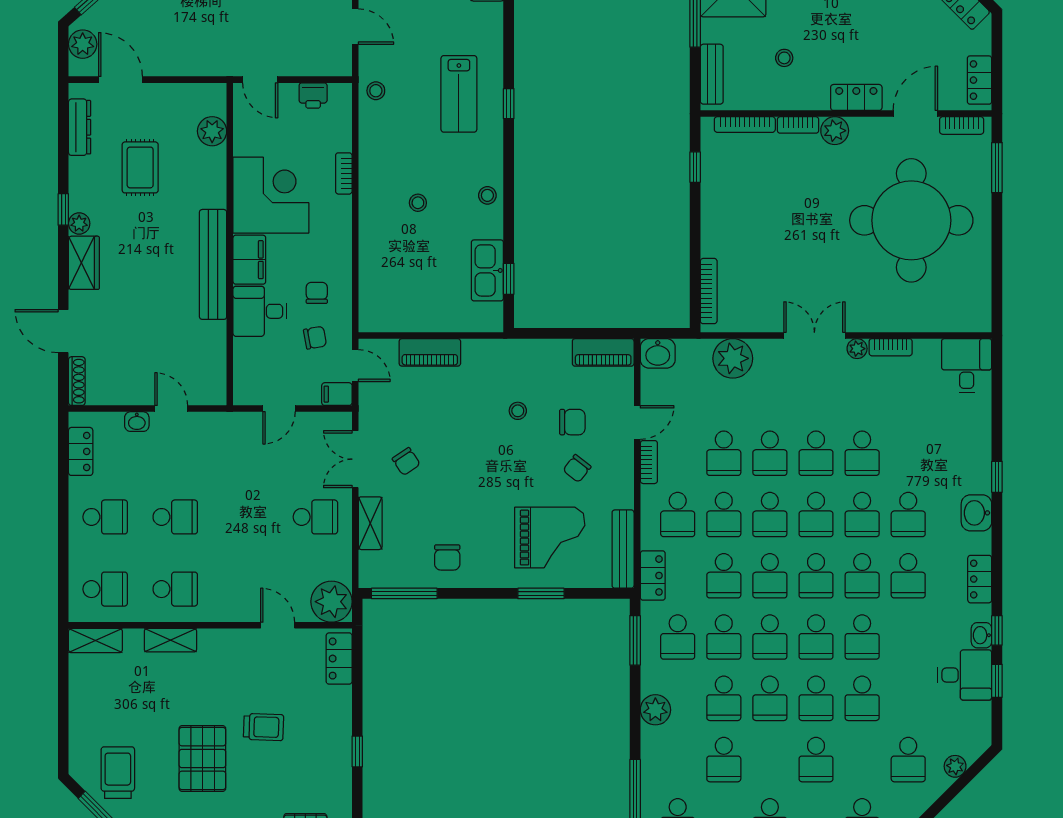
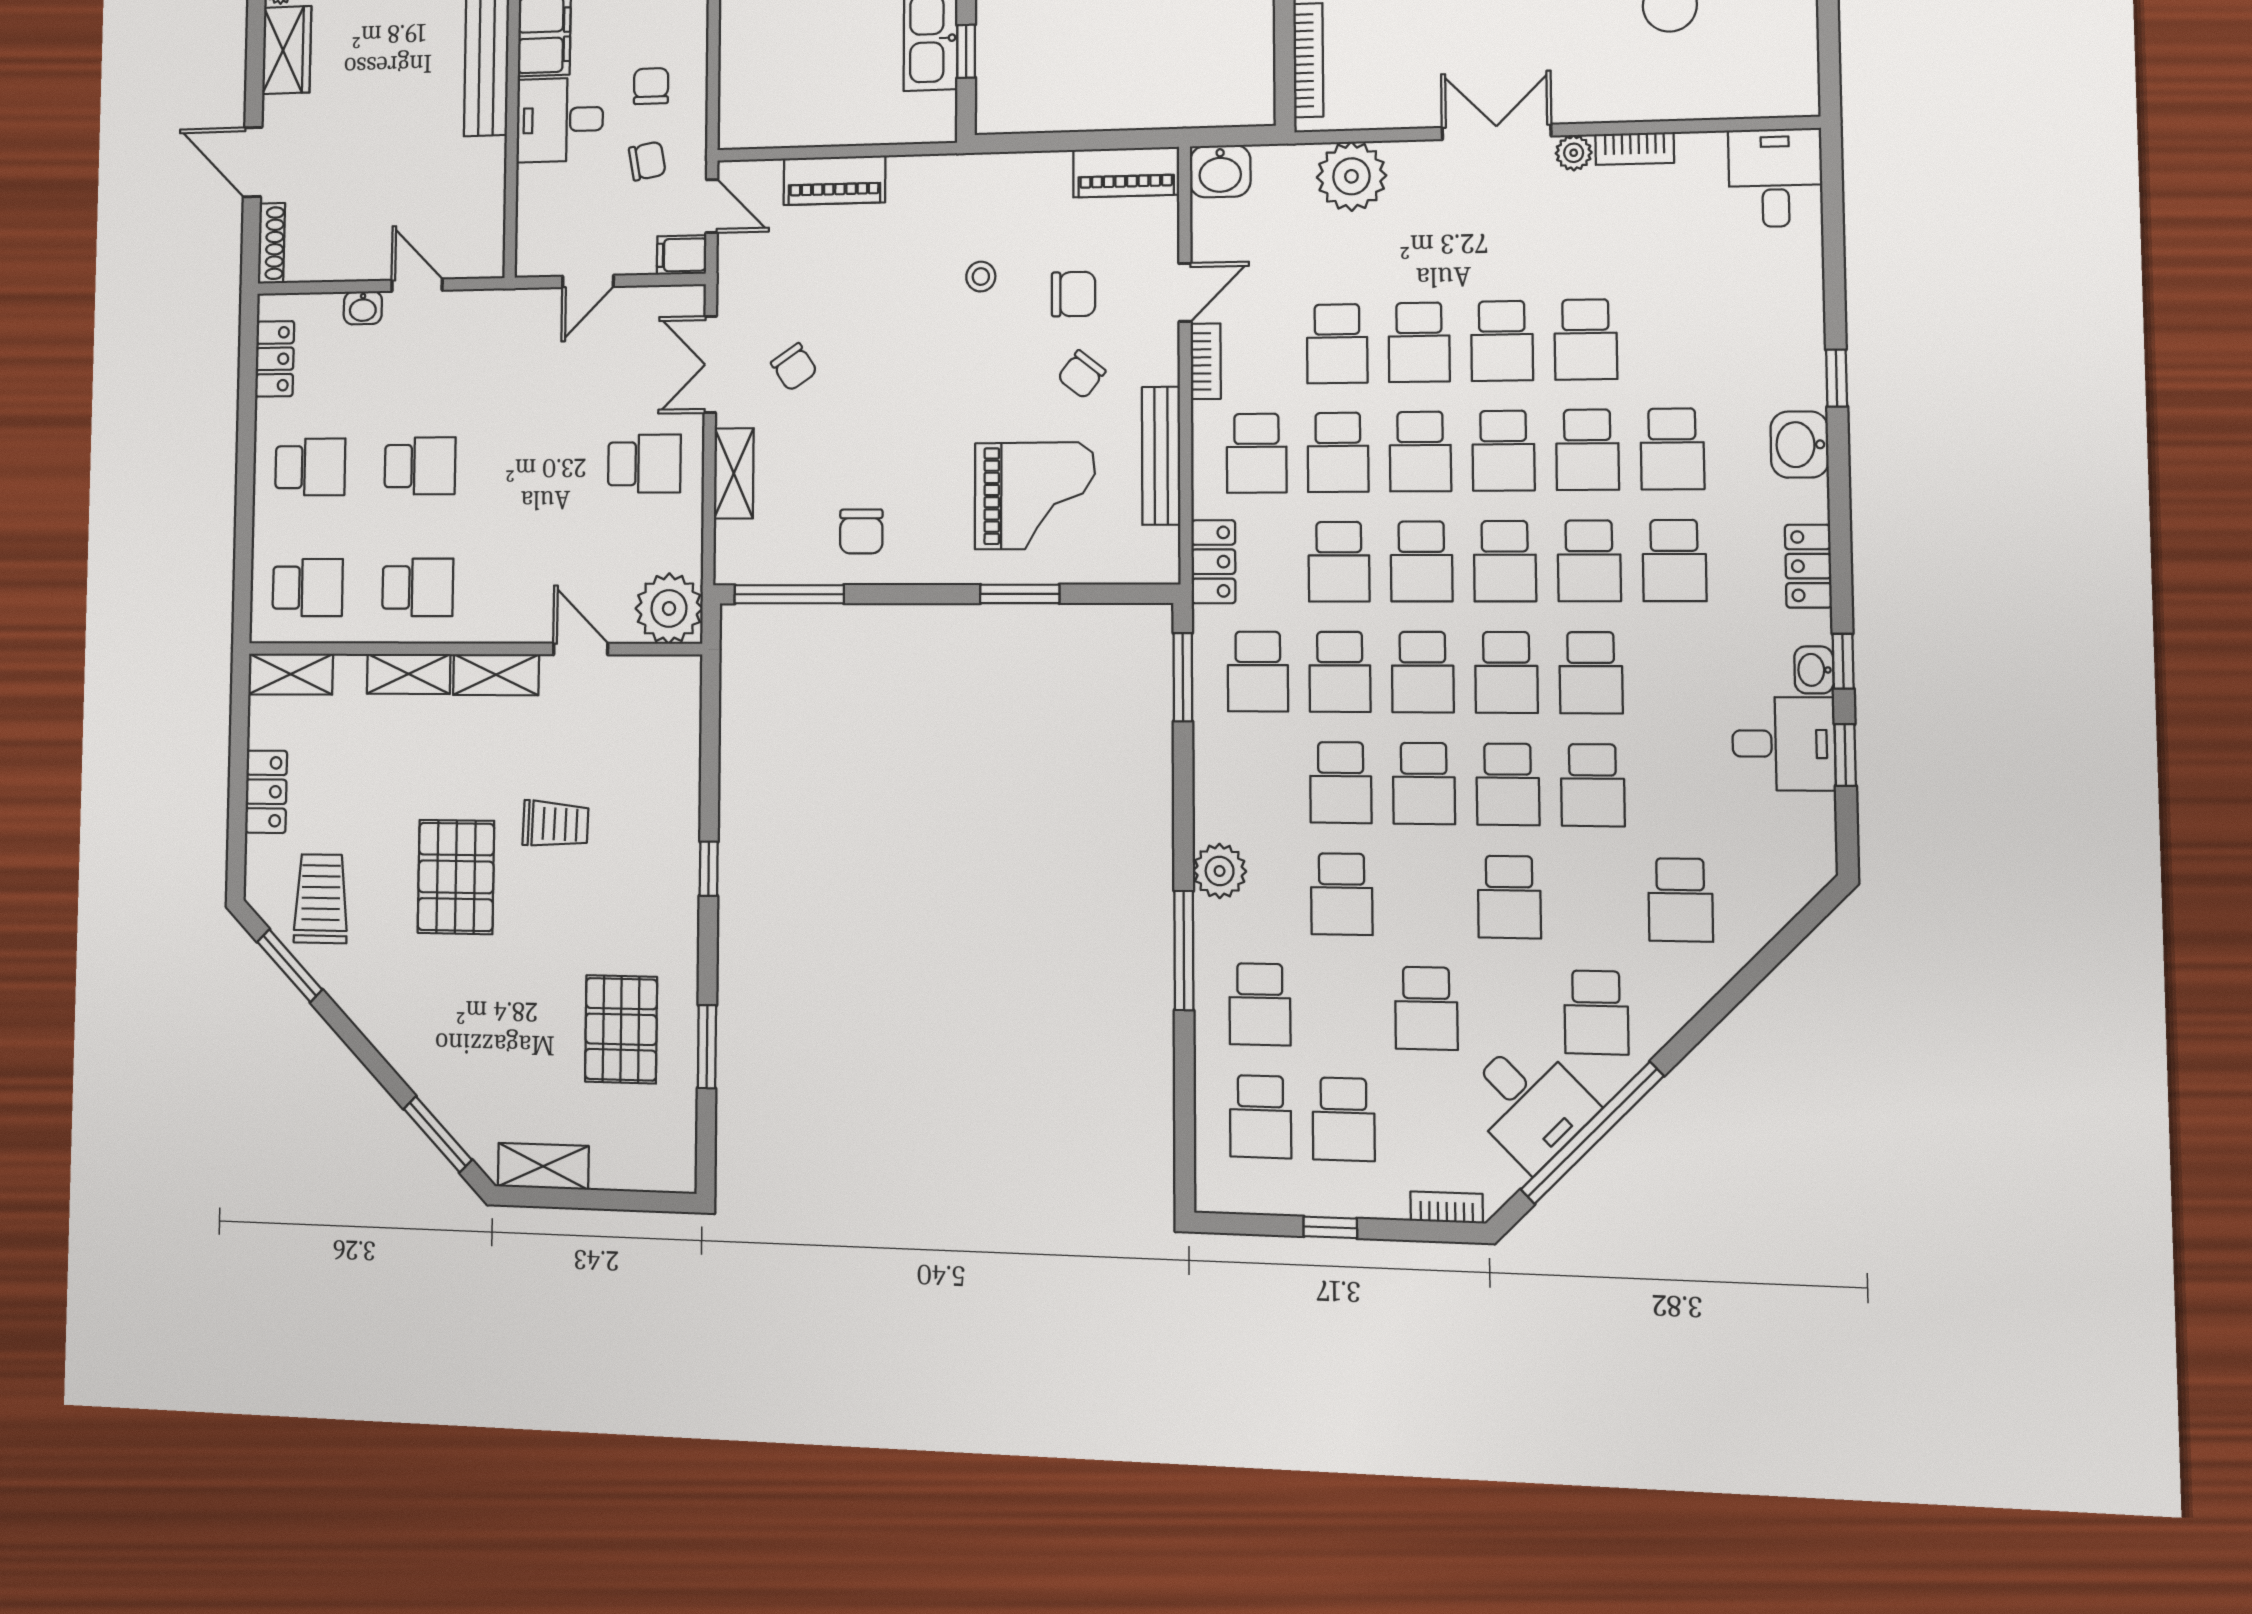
bench: (623, 549) -> (1161, 456), moved
shelving: (225, 640) -> (496, 675), added
locker: (339, 659) -> (266, 792), moved, turned 180
plant: (655, 710) -> (1220, 871), moved
plant: (955, 766) -> (1769, 914), removed

